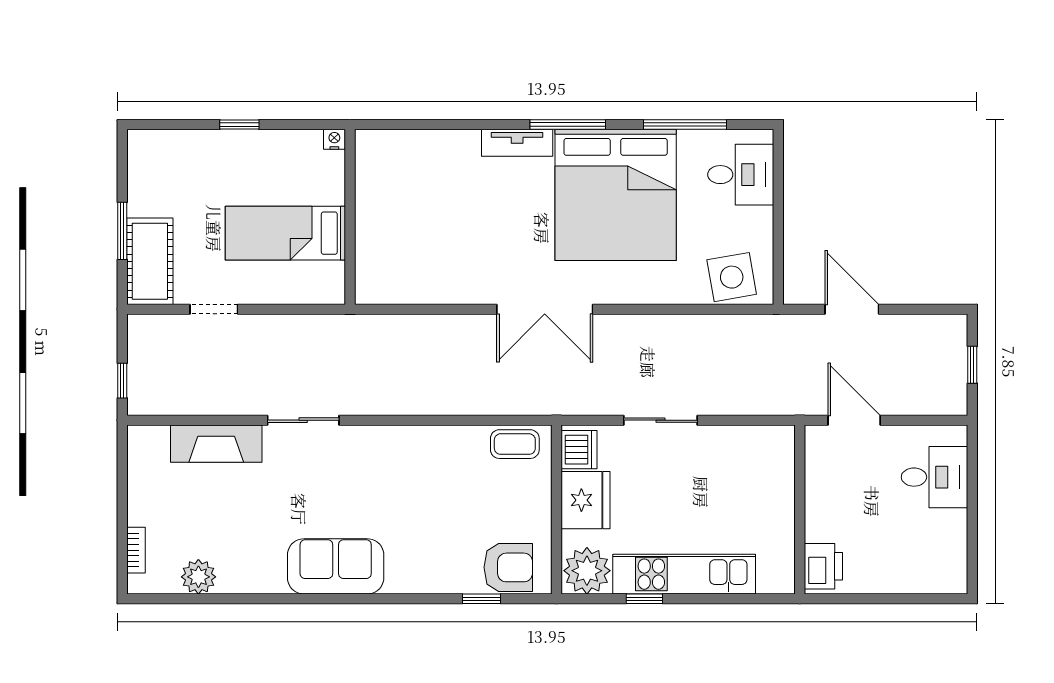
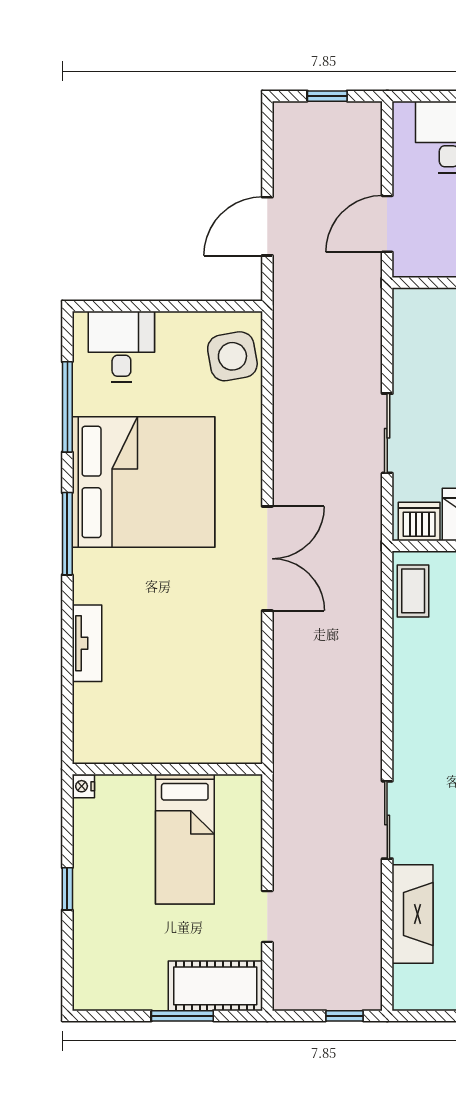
tv unit: (517, 143) -> (87, 643), moved

